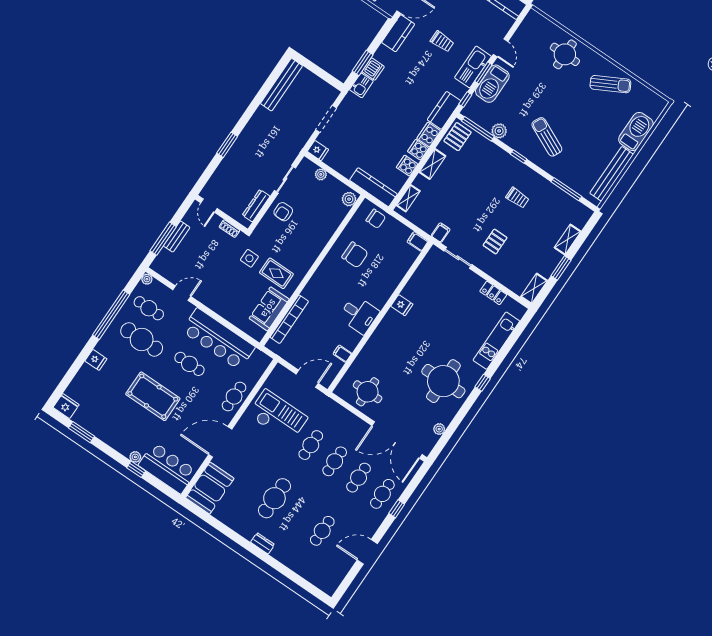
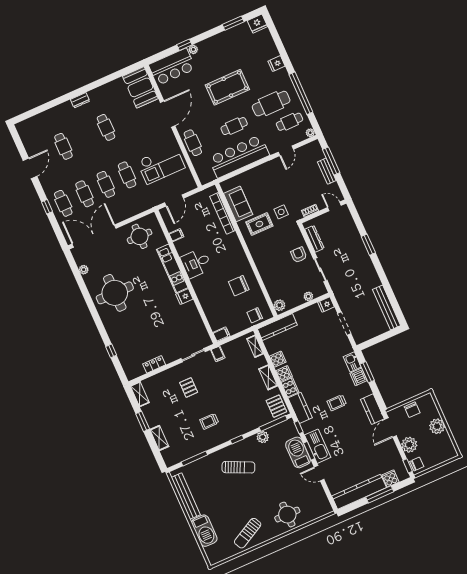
trolley: (442, 41) -> (337, 403), moved
kitchen unit: (496, 341) -> (172, 268), moved, turned 180
window: (483, 383) -> (111, 351), moved
cafe table: (274, 498) -> (106, 127), width x0.73, depth x0.74

